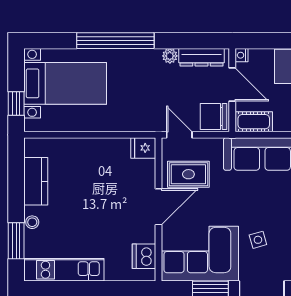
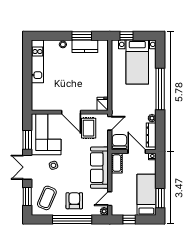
door: (232, 84) -> (137, 152), swing flipped
window: (16, 241) -> (82, 36), moved
dishwasher: (144, 256) -> (45, 104), removed

